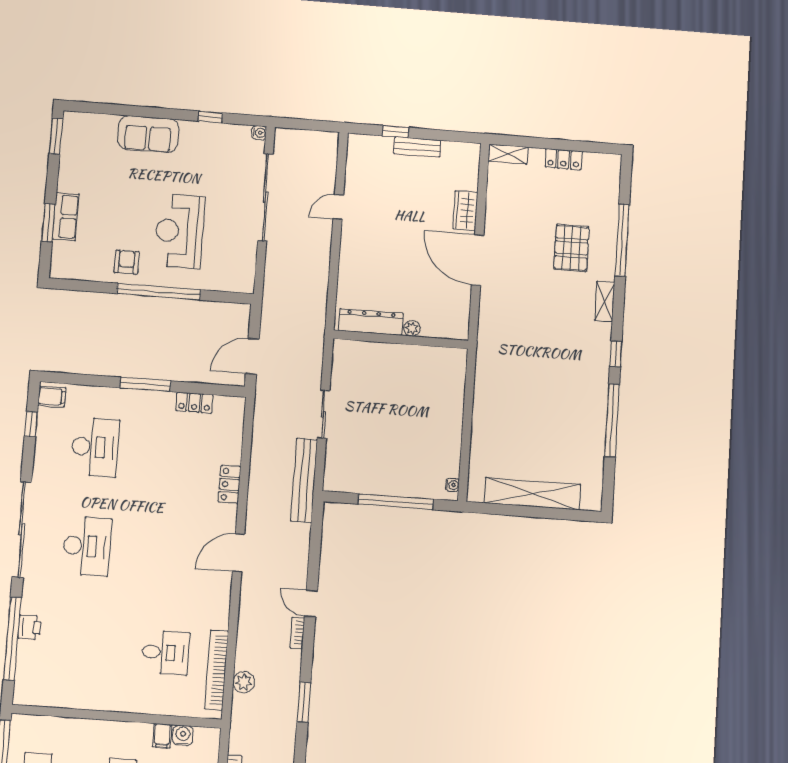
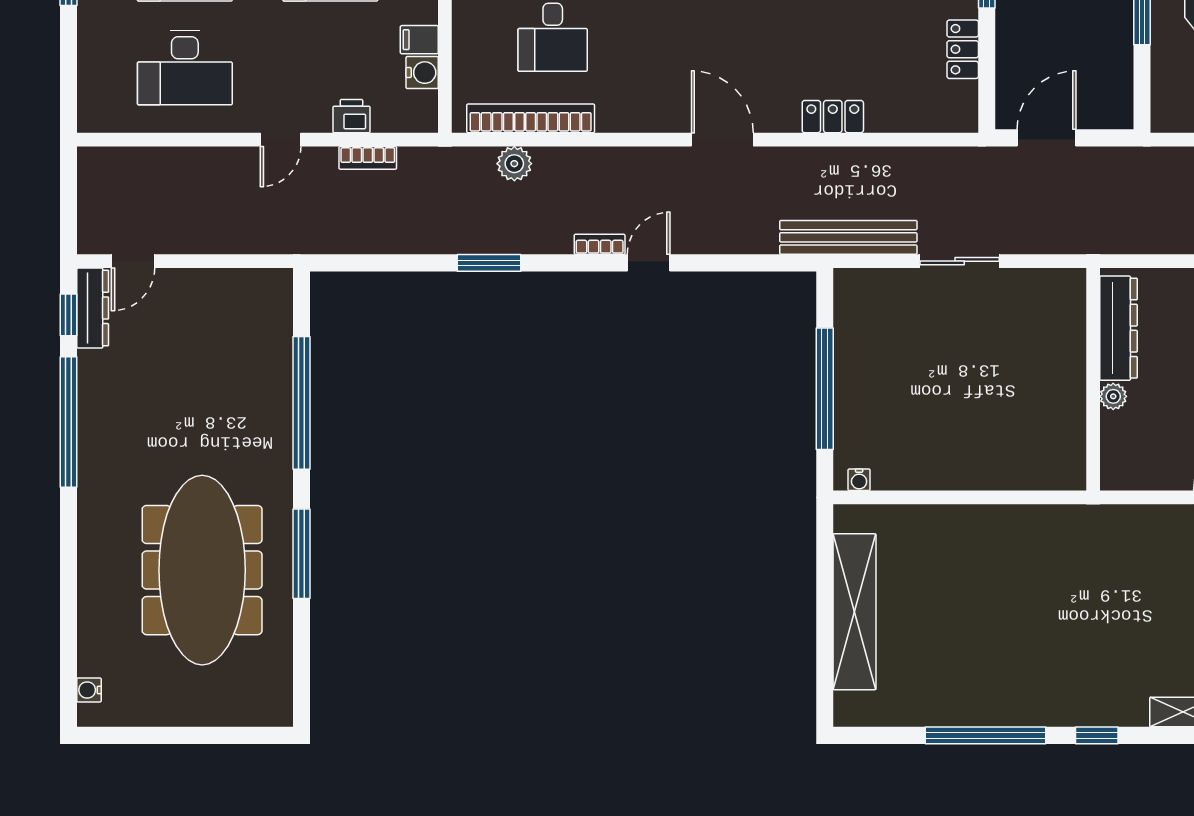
door: (252, 356) -> (1047, 138), hinge flipped

